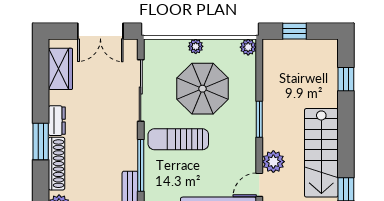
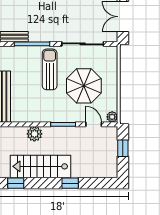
plant: (196, 46) -> (113, 81), removed
window: (346, 79) -> (70, 183), moved
door: (259, 185) -> (94, 124), moved

